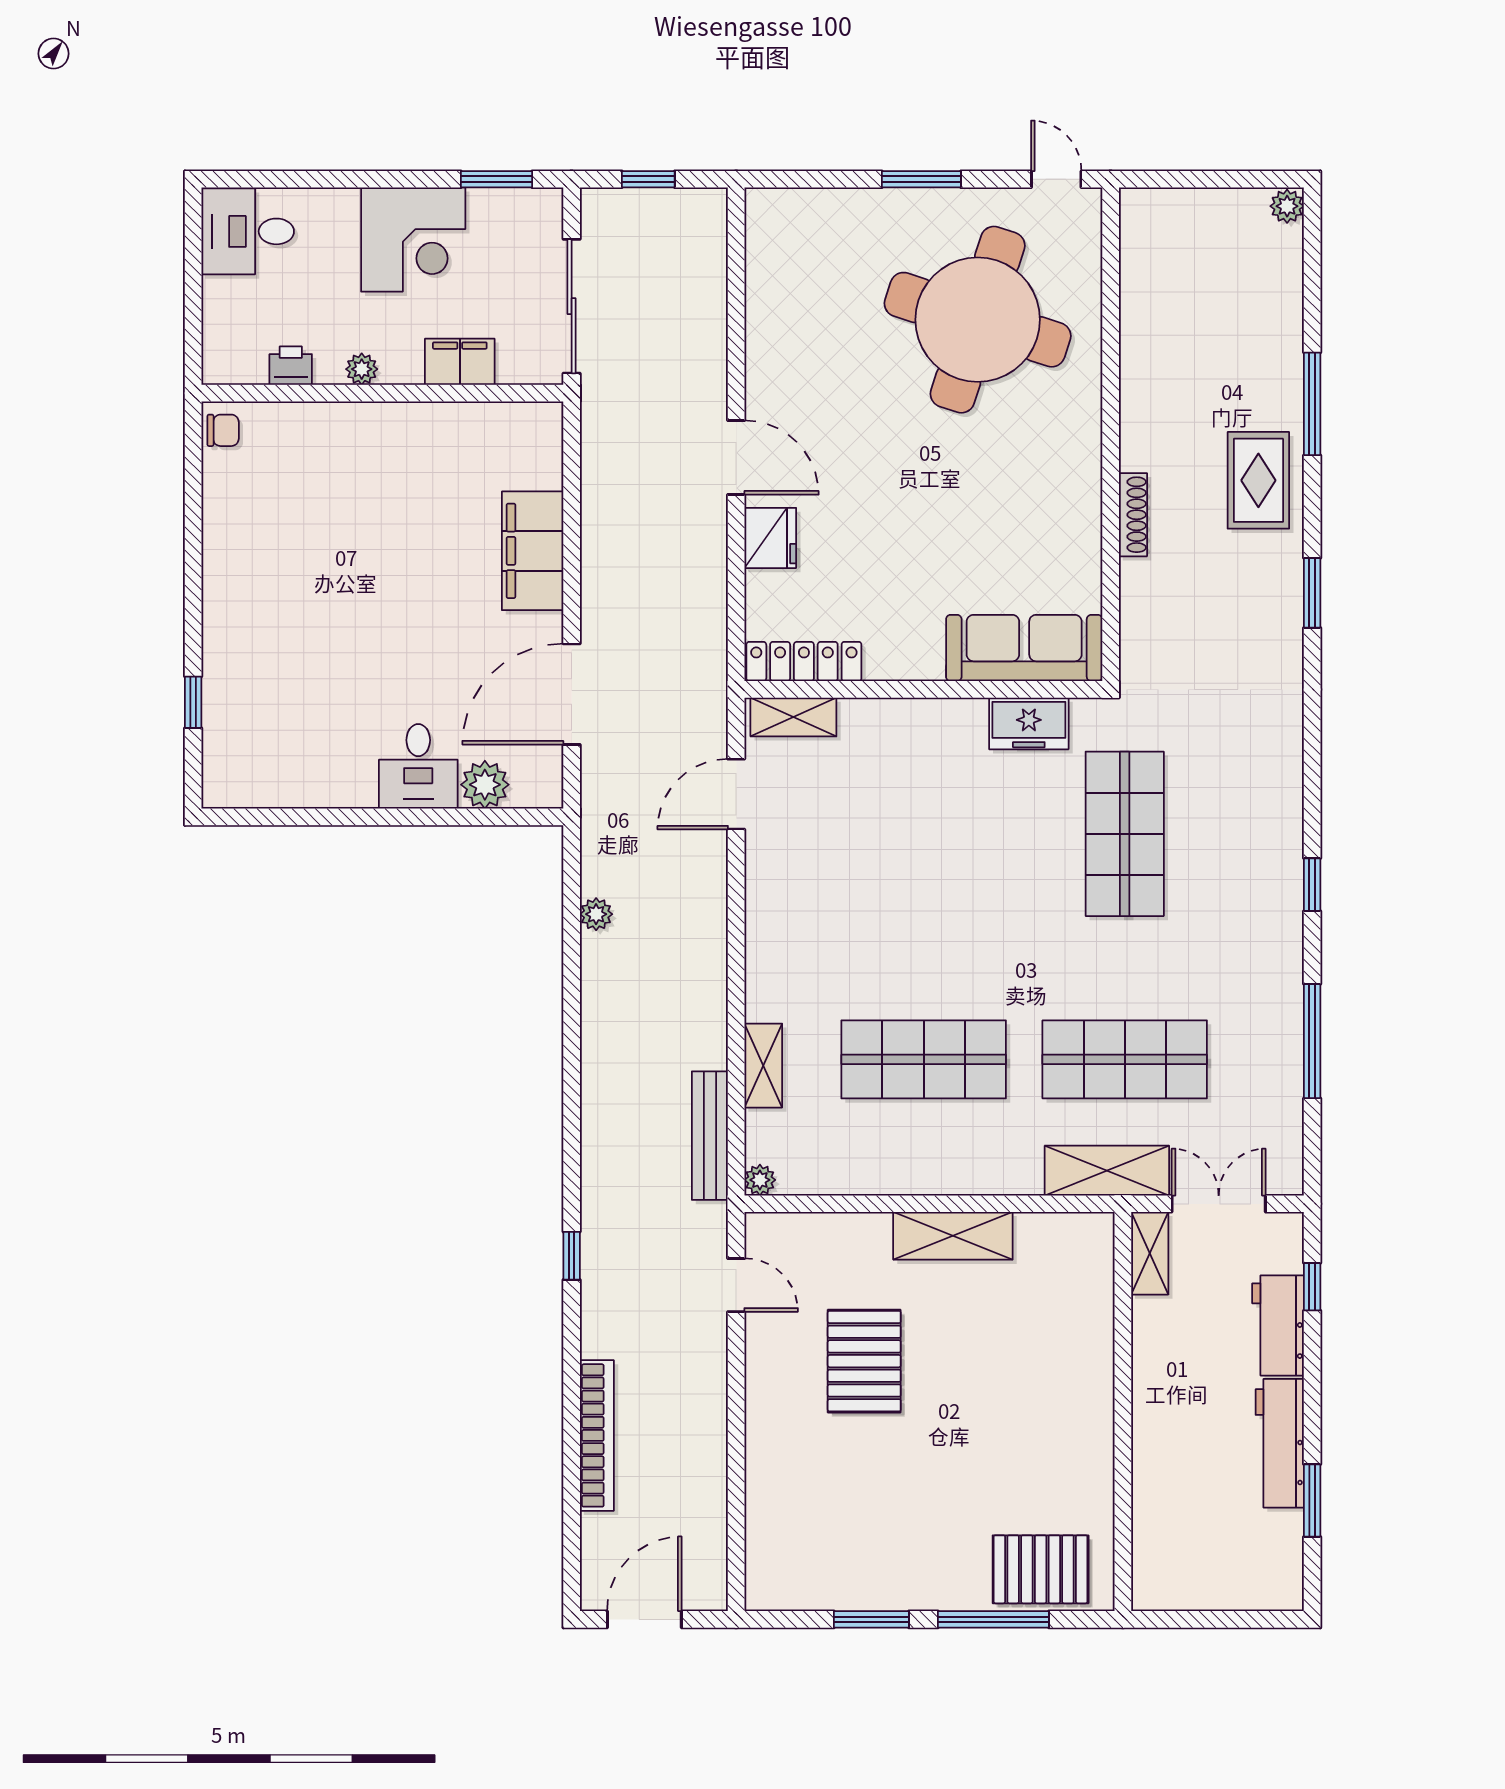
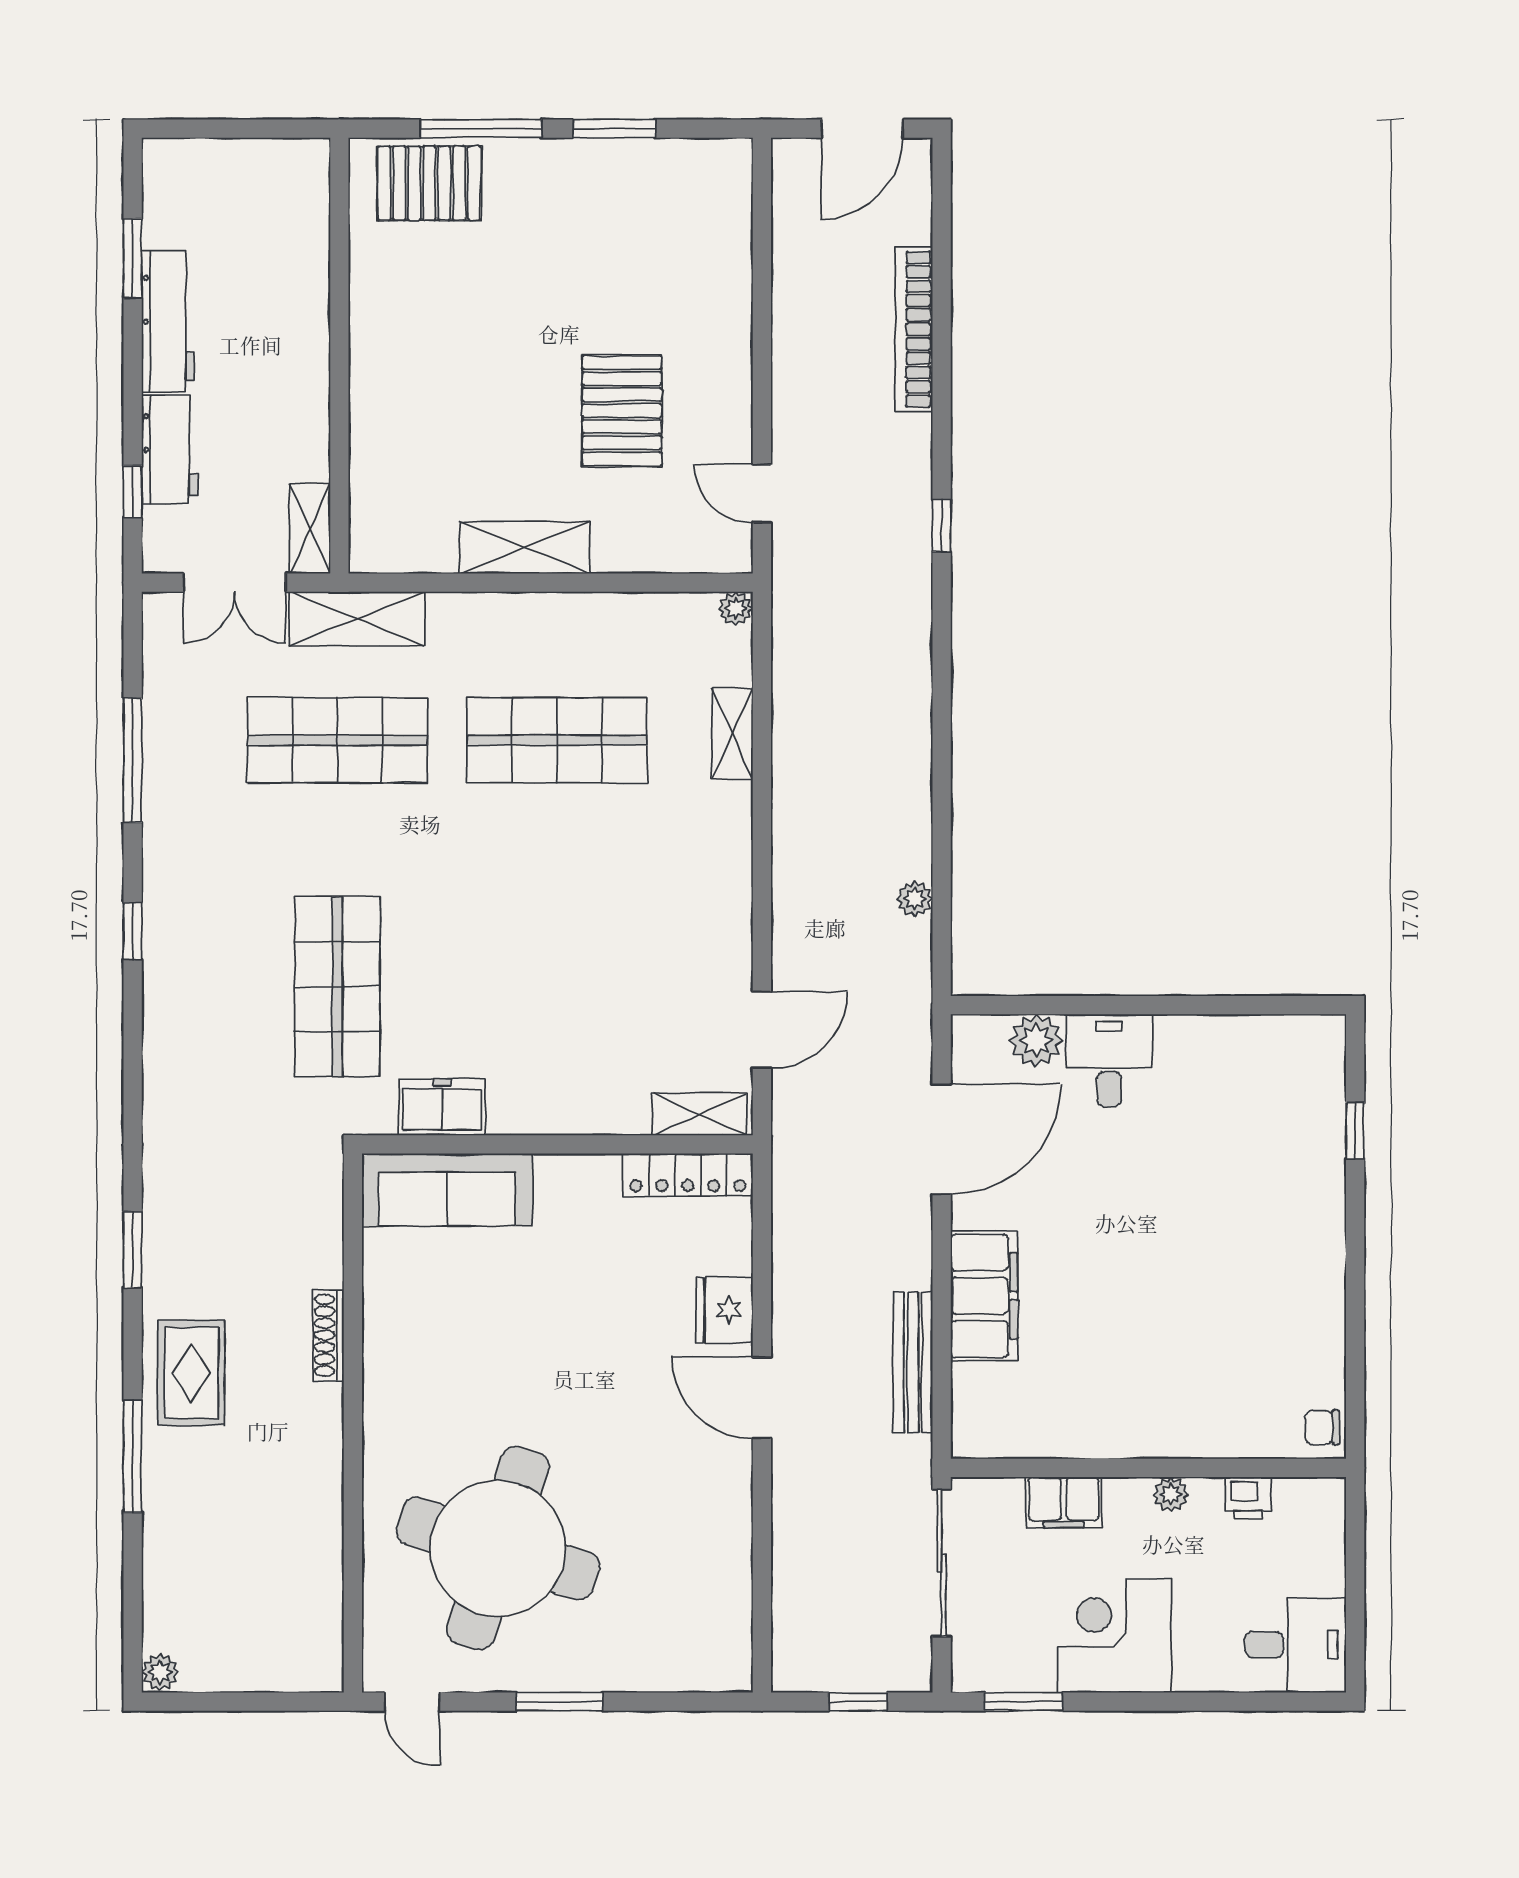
bench: (710, 1136) -> (913, 1362), moved

